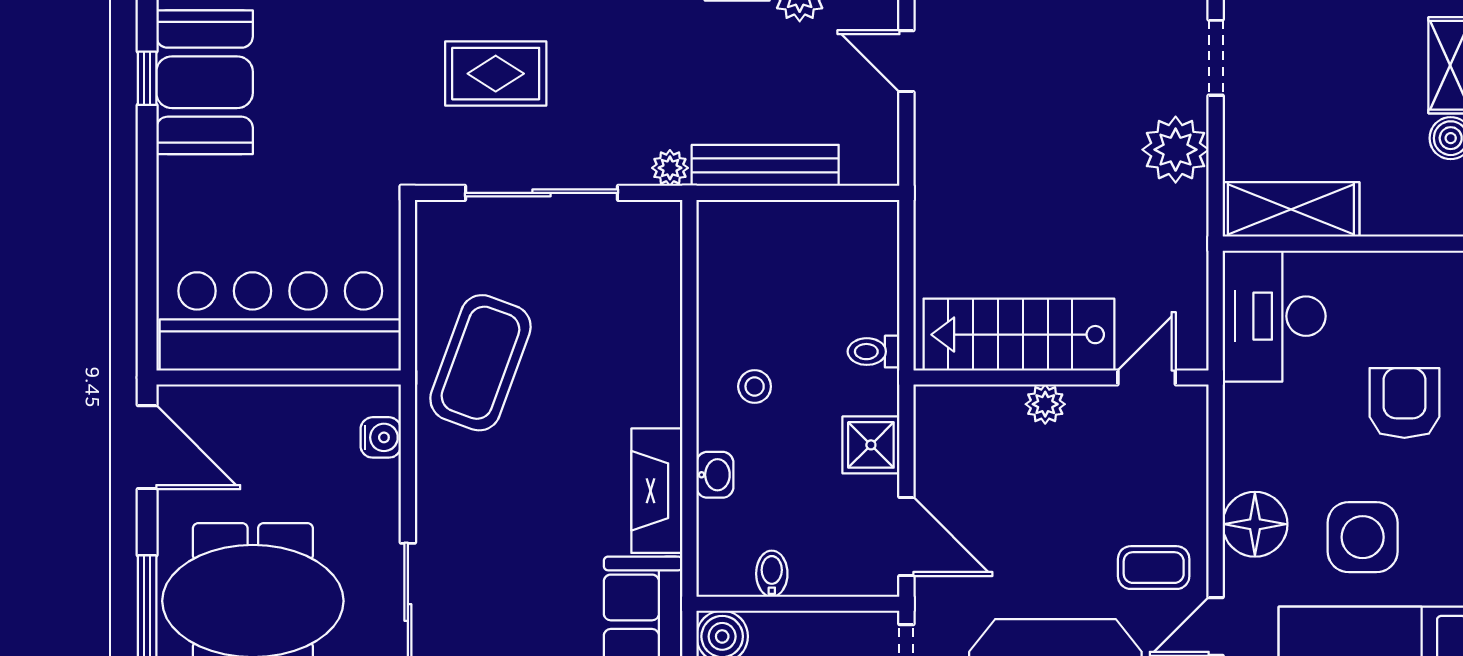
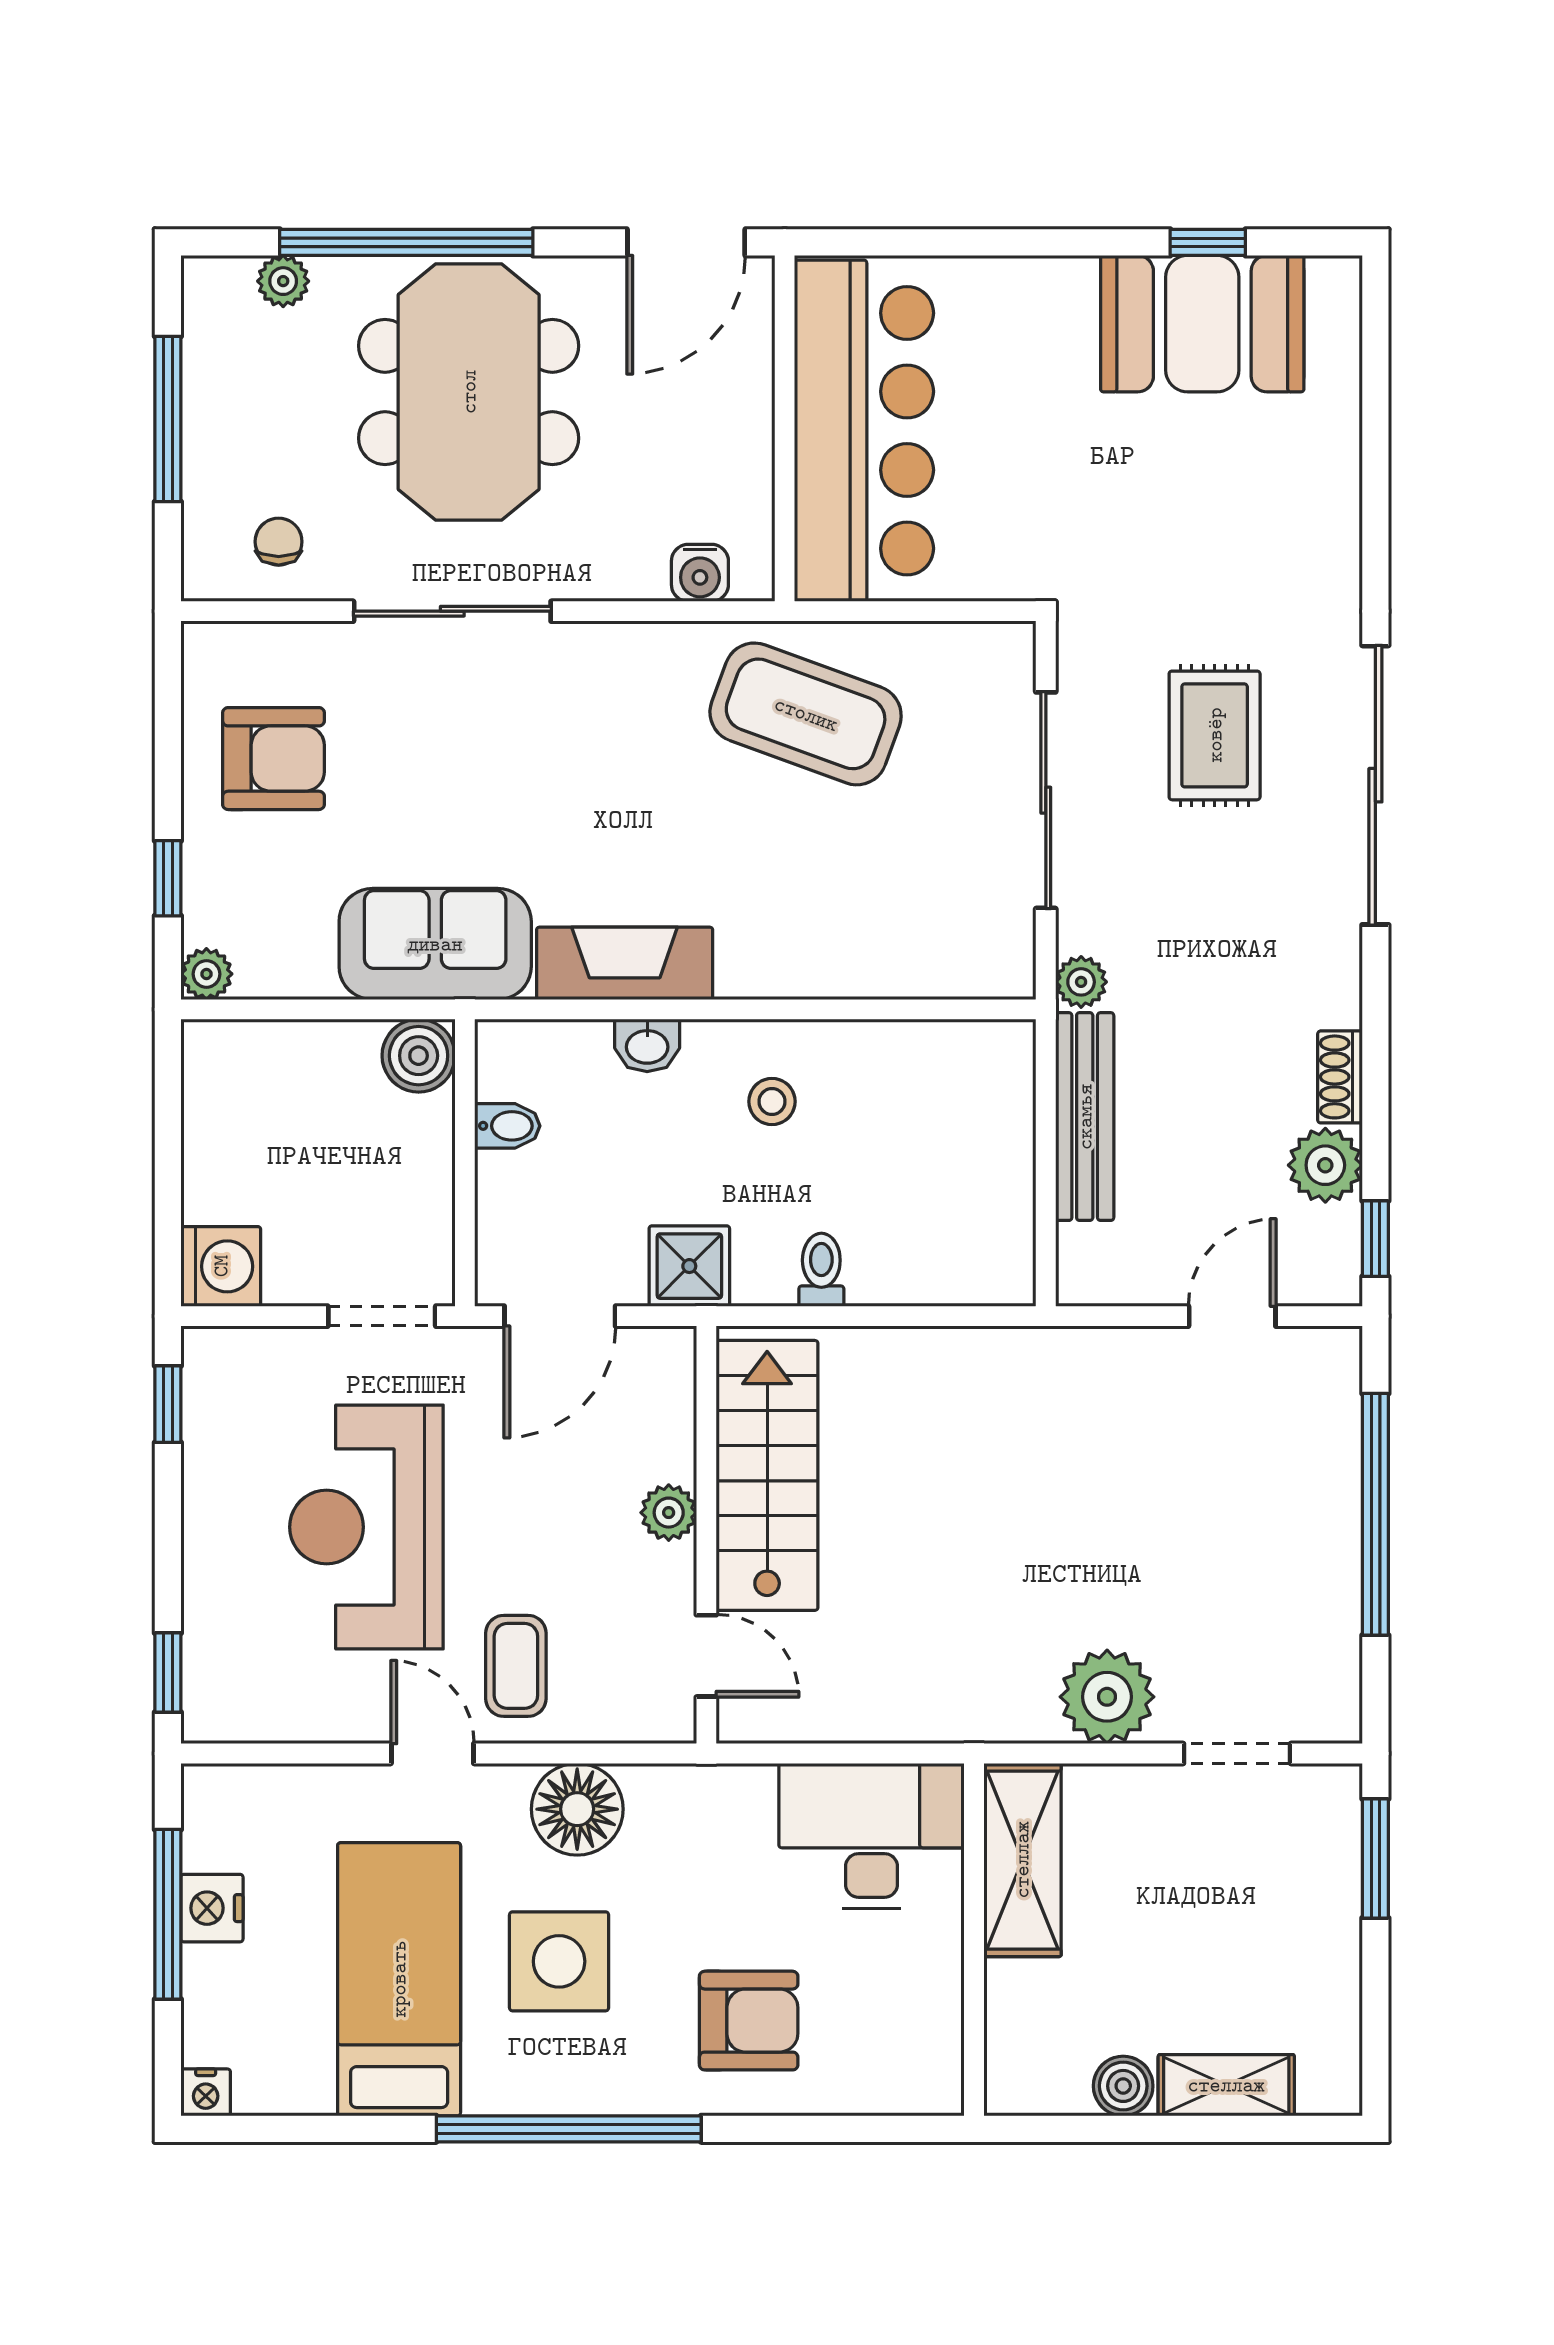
stairs: (1019, 335) -> (767, 1475), moved
wall: (1061, 378) -> (706, 1535), moved
door: (1147, 378) -> (706, 1656), moved
plant: (1045, 404) -> (669, 1513), moved

